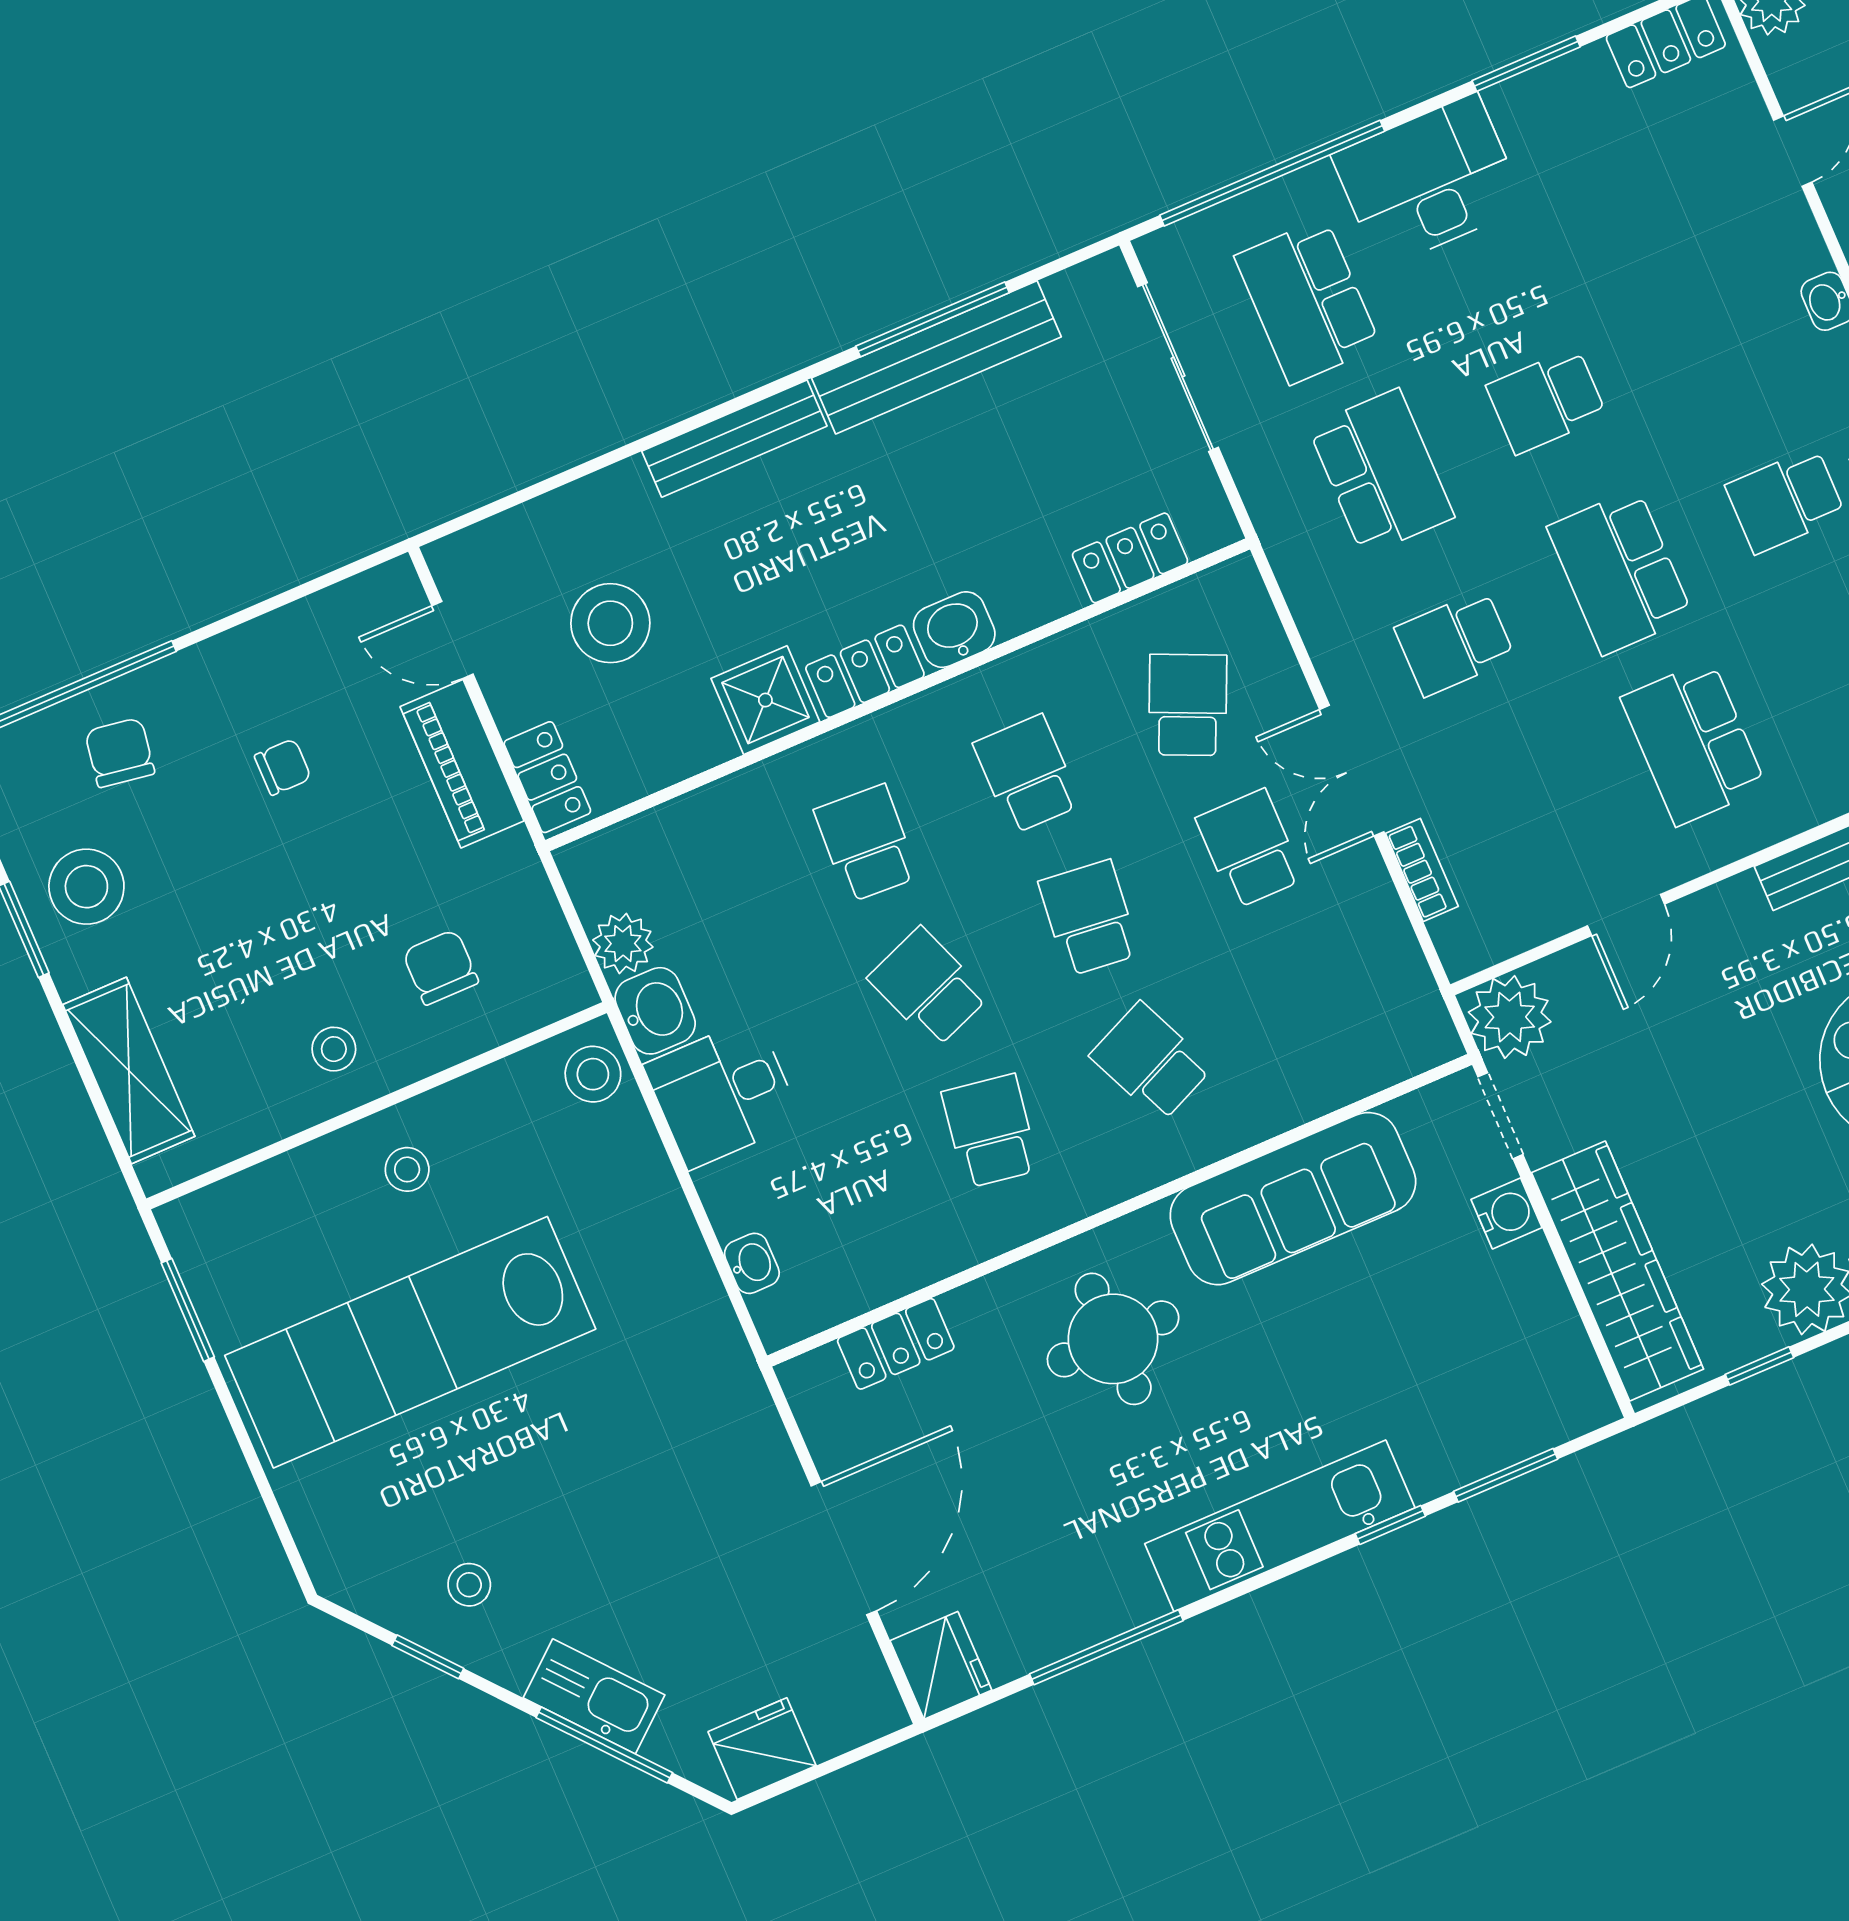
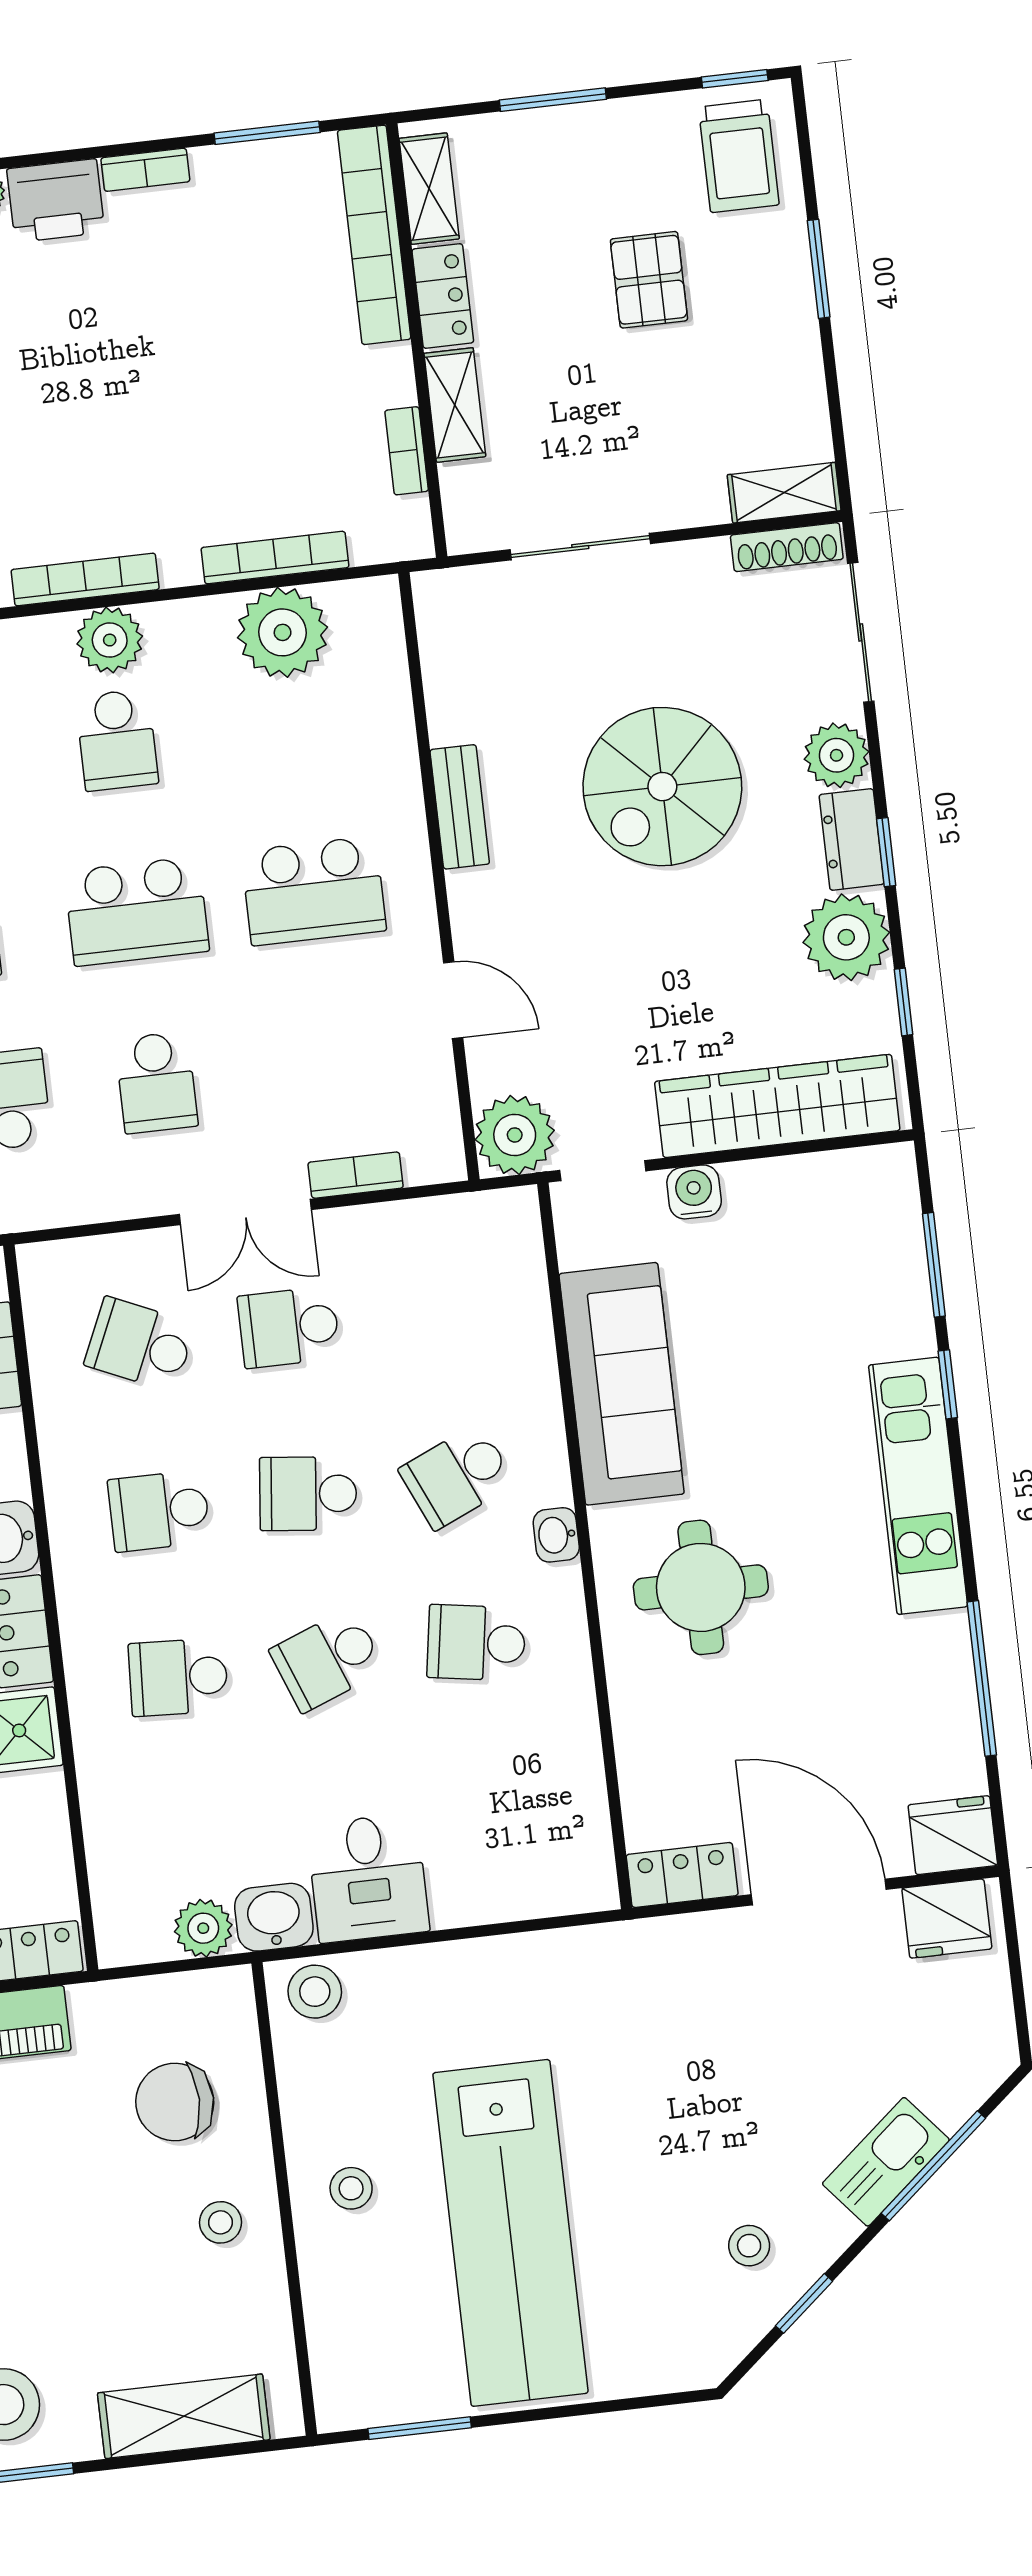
chair: (440, 967) -> (175, 2102), width x1.37, depth x1.37
washbasin: (752, 1263) -> (556, 1535), moved, turned -90
locker: (896, 1344) -> (682, 1875), moved, turned -90
fridge: (762, 1749) -> (947, 1919), moved, turned -90

